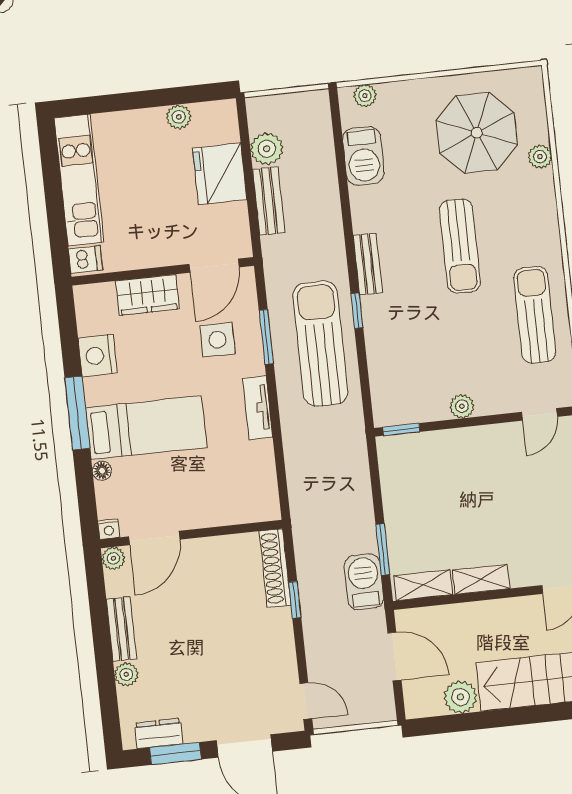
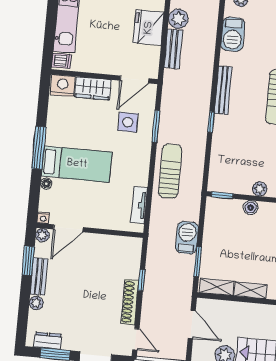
bench: (368, 264) -> (223, 90), width x1.36
sun lounger: (320, 344) -> (170, 171), moved, width x0.73, depth x0.75
nightstand: (98, 356) -> (63, 86), moved, turned 90
tv unit: (258, 408) -> (139, 205), moved
boiler: (453, 441) -> (251, 208), added
shoe rack: (275, 568) -> (130, 302), moved
barbecue: (364, 582) -> (187, 238), moved
window: (98, 606) -> (28, 261), added

